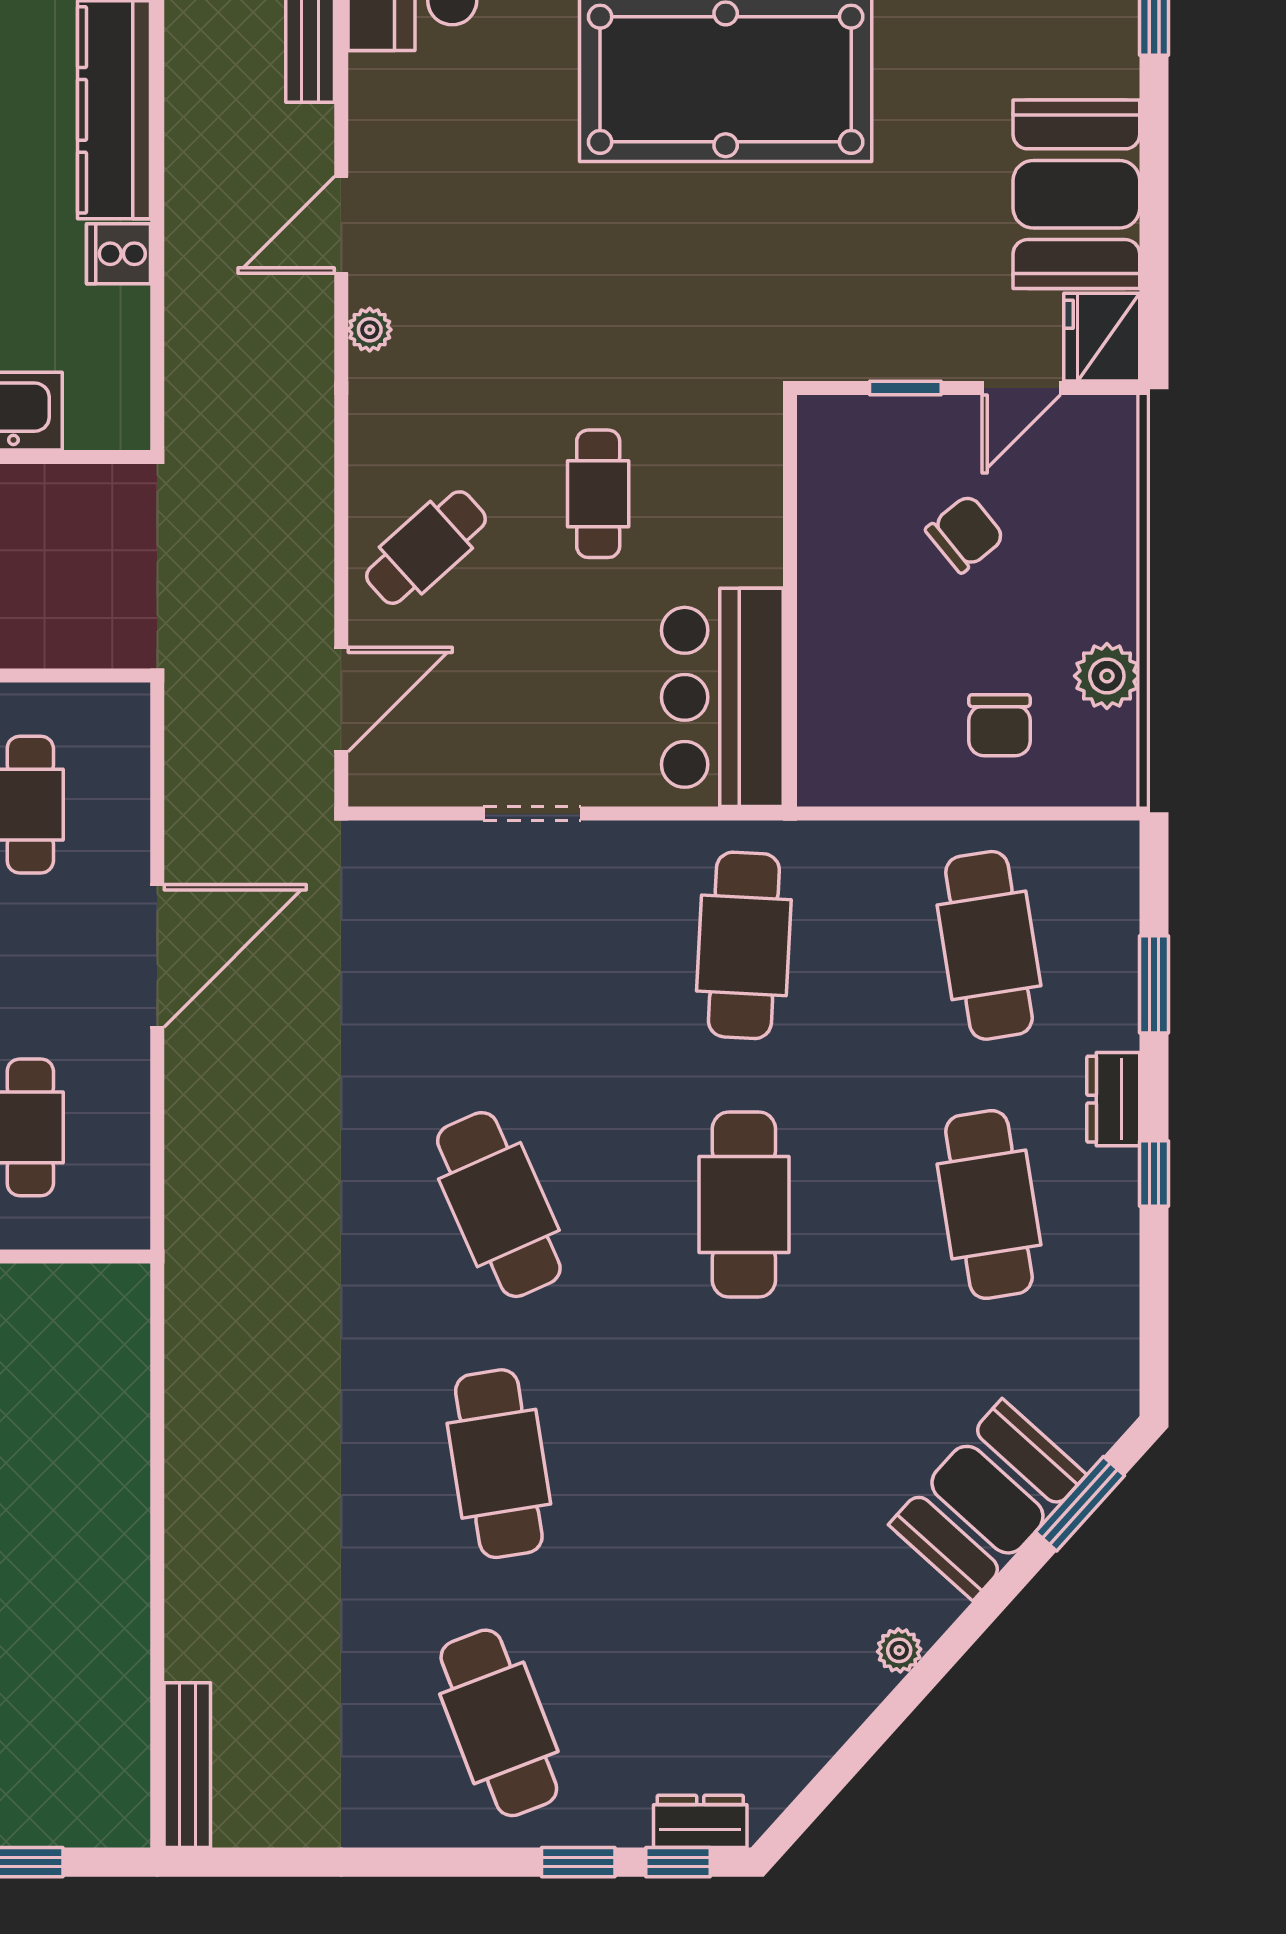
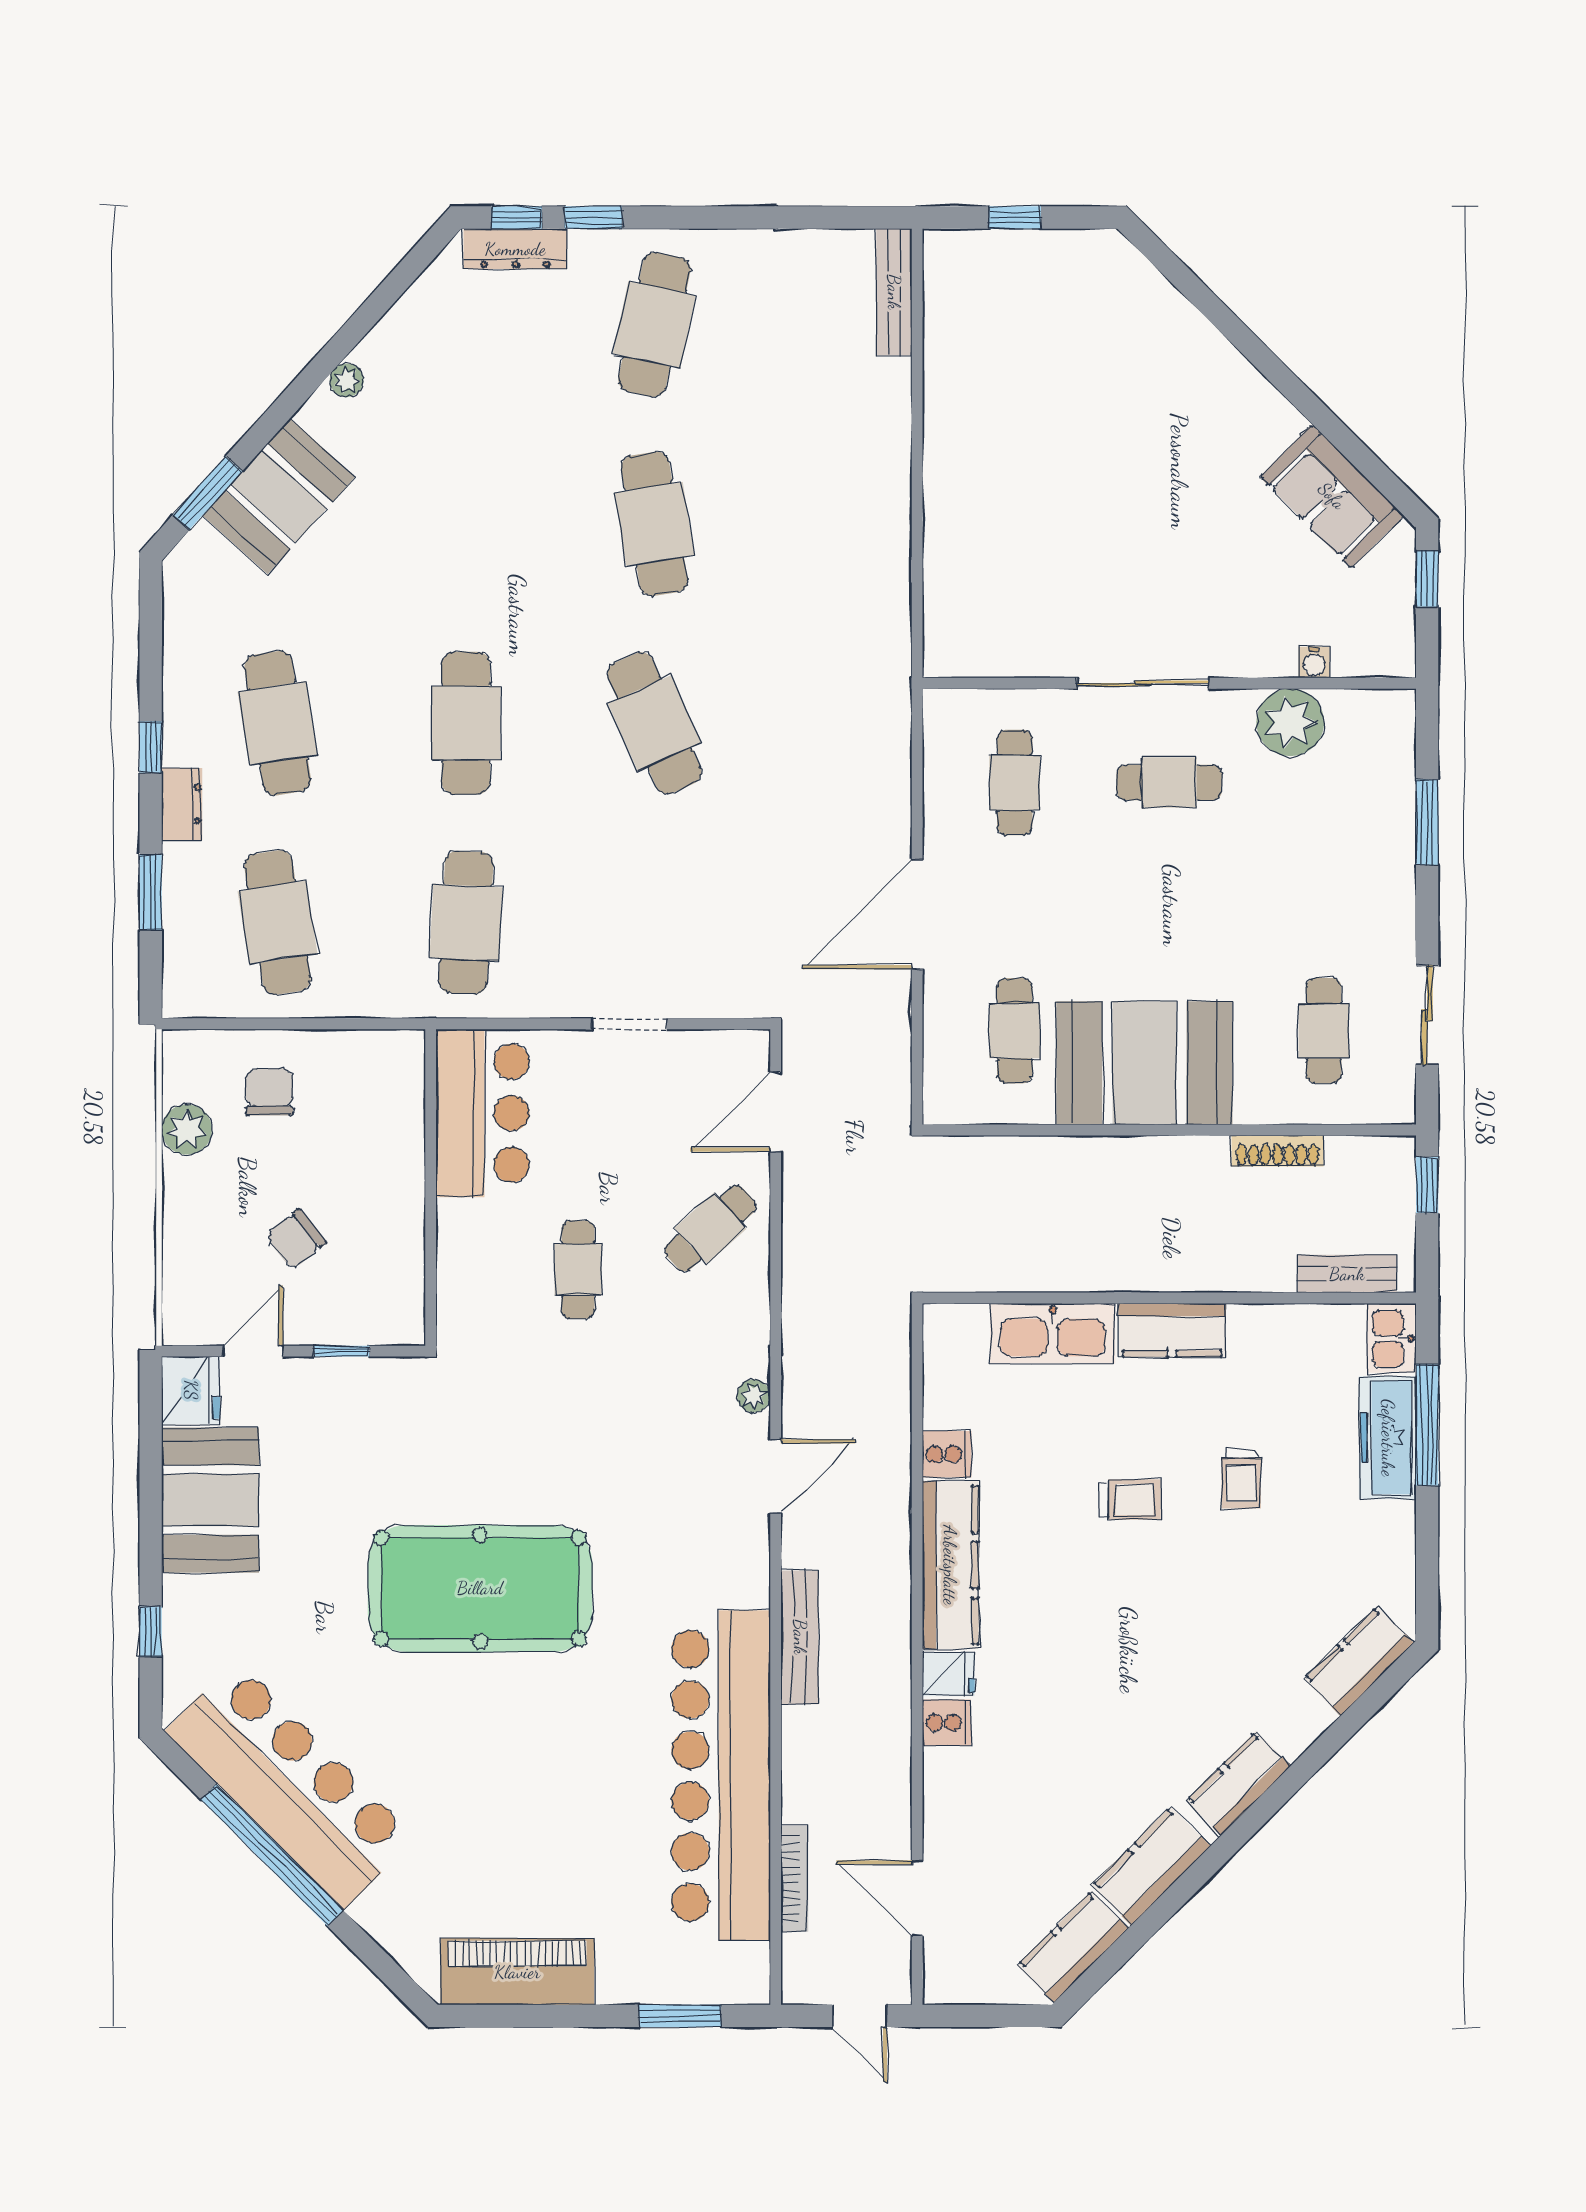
cafe table: (499, 1723) -> (654, 325), turned 33
dresser: (700, 1821) -> (515, 249), width x1.44

